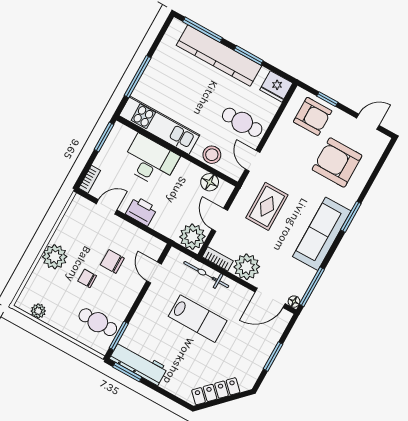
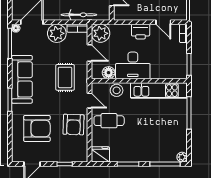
plant: (177, 27) -> (182, 157), added
kitchen counter: (219, 55) -> (146, 154), removed
armchair: (313, 116) -> (74, 125), moved, turned -88
desk: (150, 161) -> (133, 65), moved
door: (107, 207) -> (163, 22), hinge flipped

